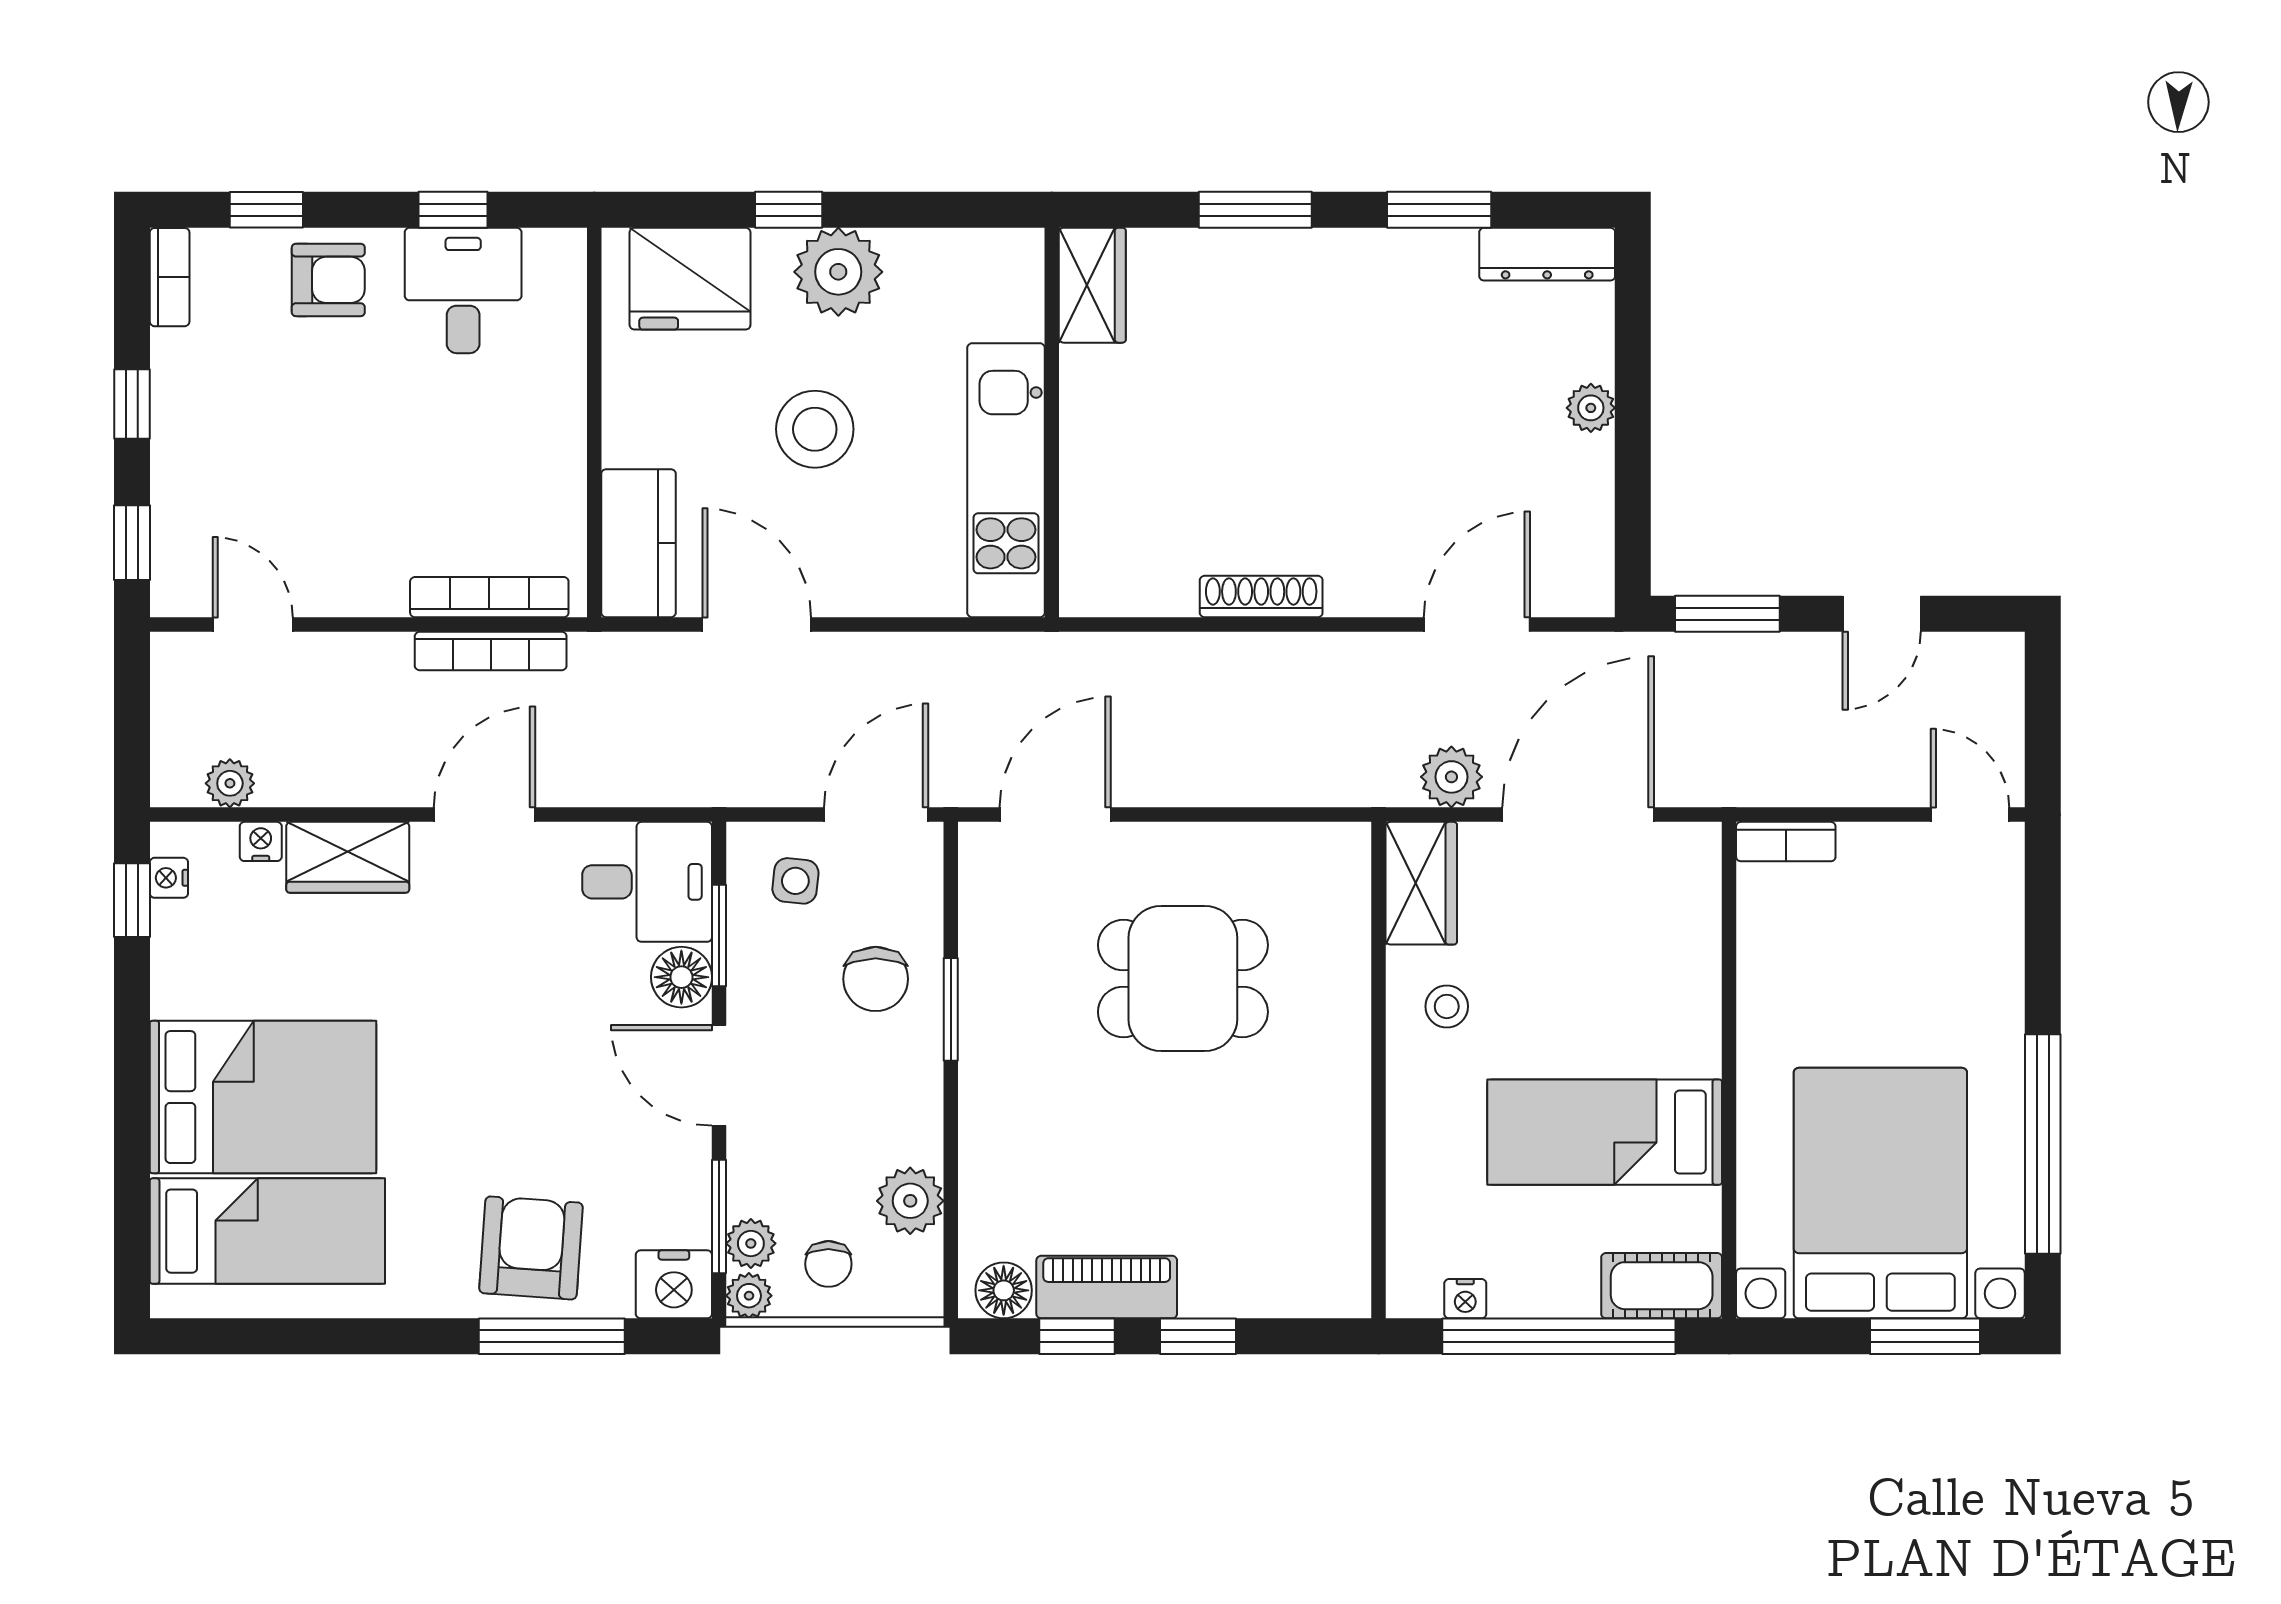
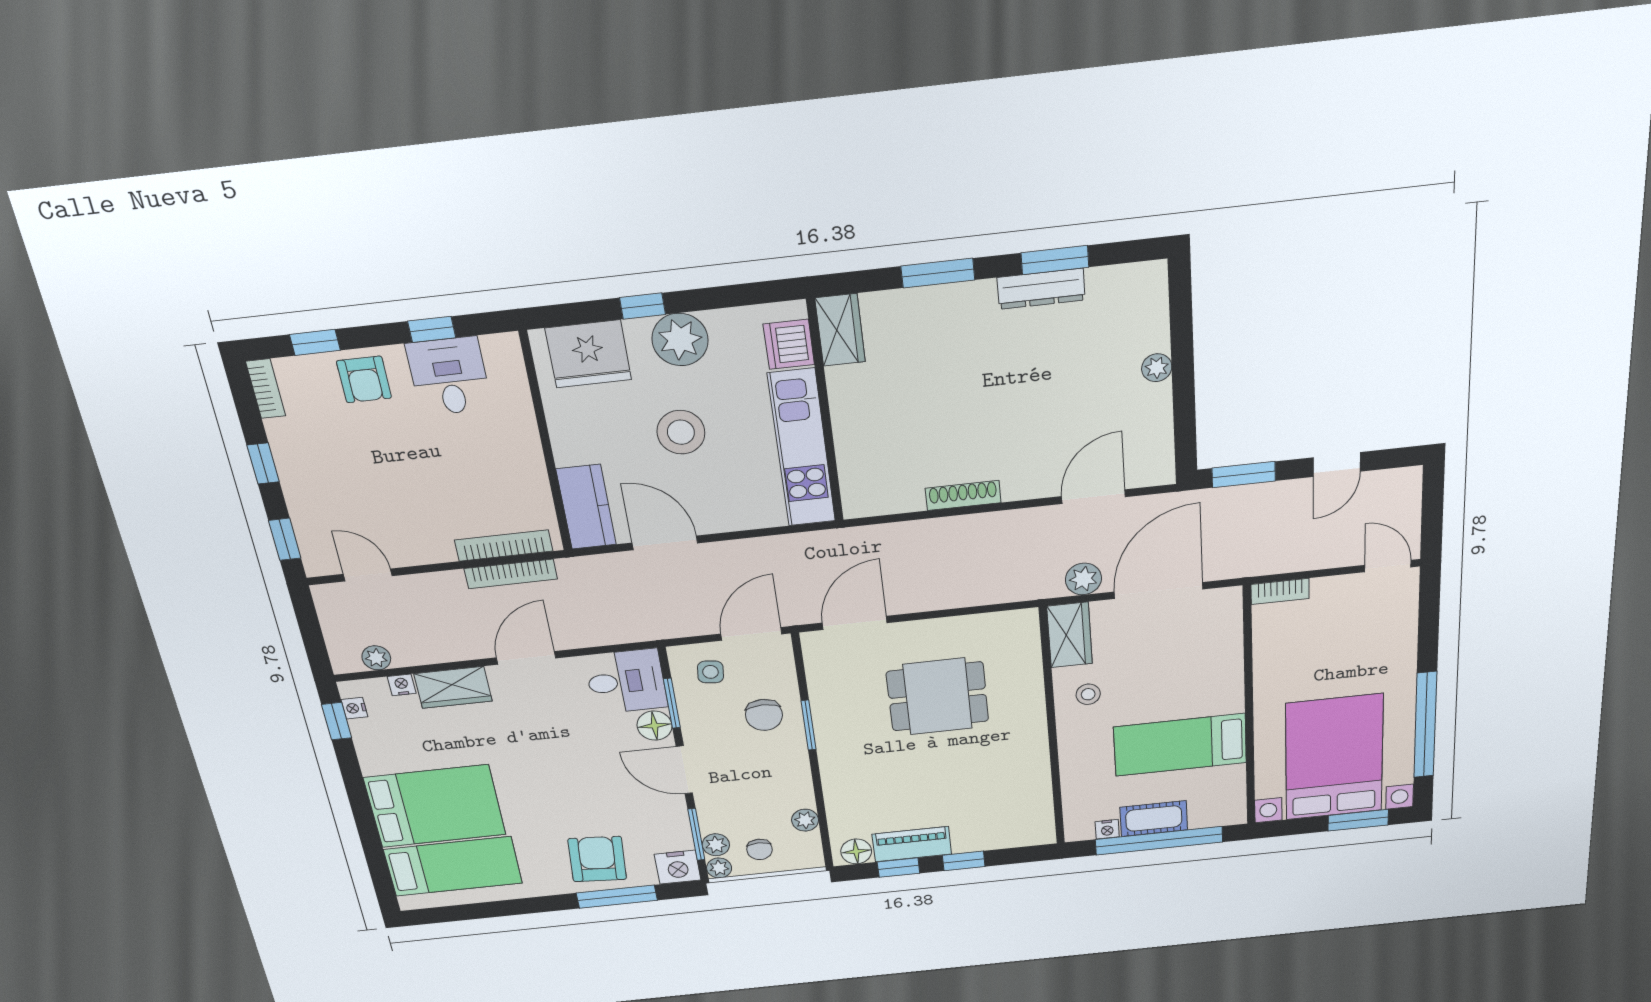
dresser: (1547, 254) -> (1041, 289), moved
armchair: (328, 280) -> (364, 379), turned 90
dishwasher: (1008, 300) -> (789, 344), added
plant: (910, 1201) -> (805, 820), width x0.73, depth x0.73
cot: (1662, 1286) -> (1154, 819), moved

